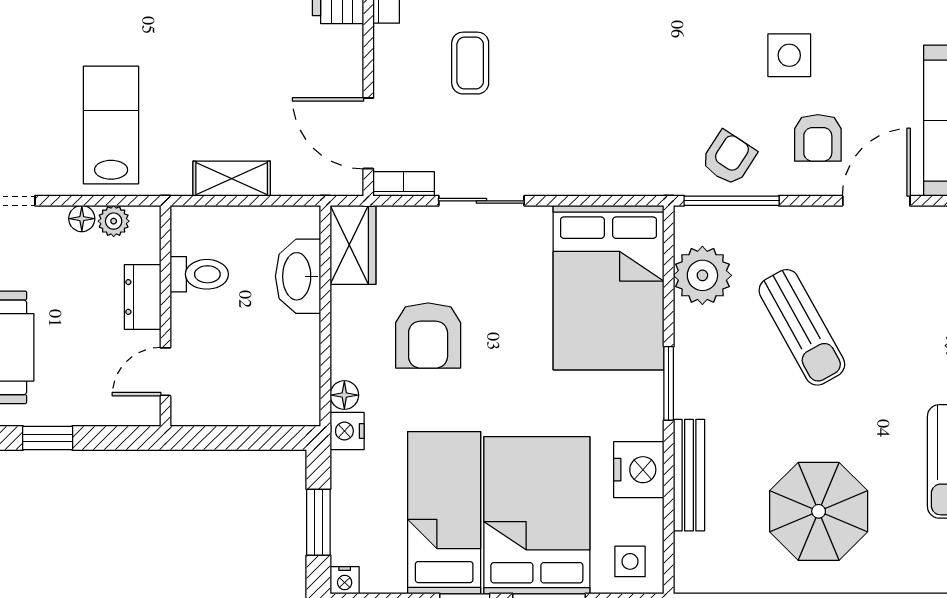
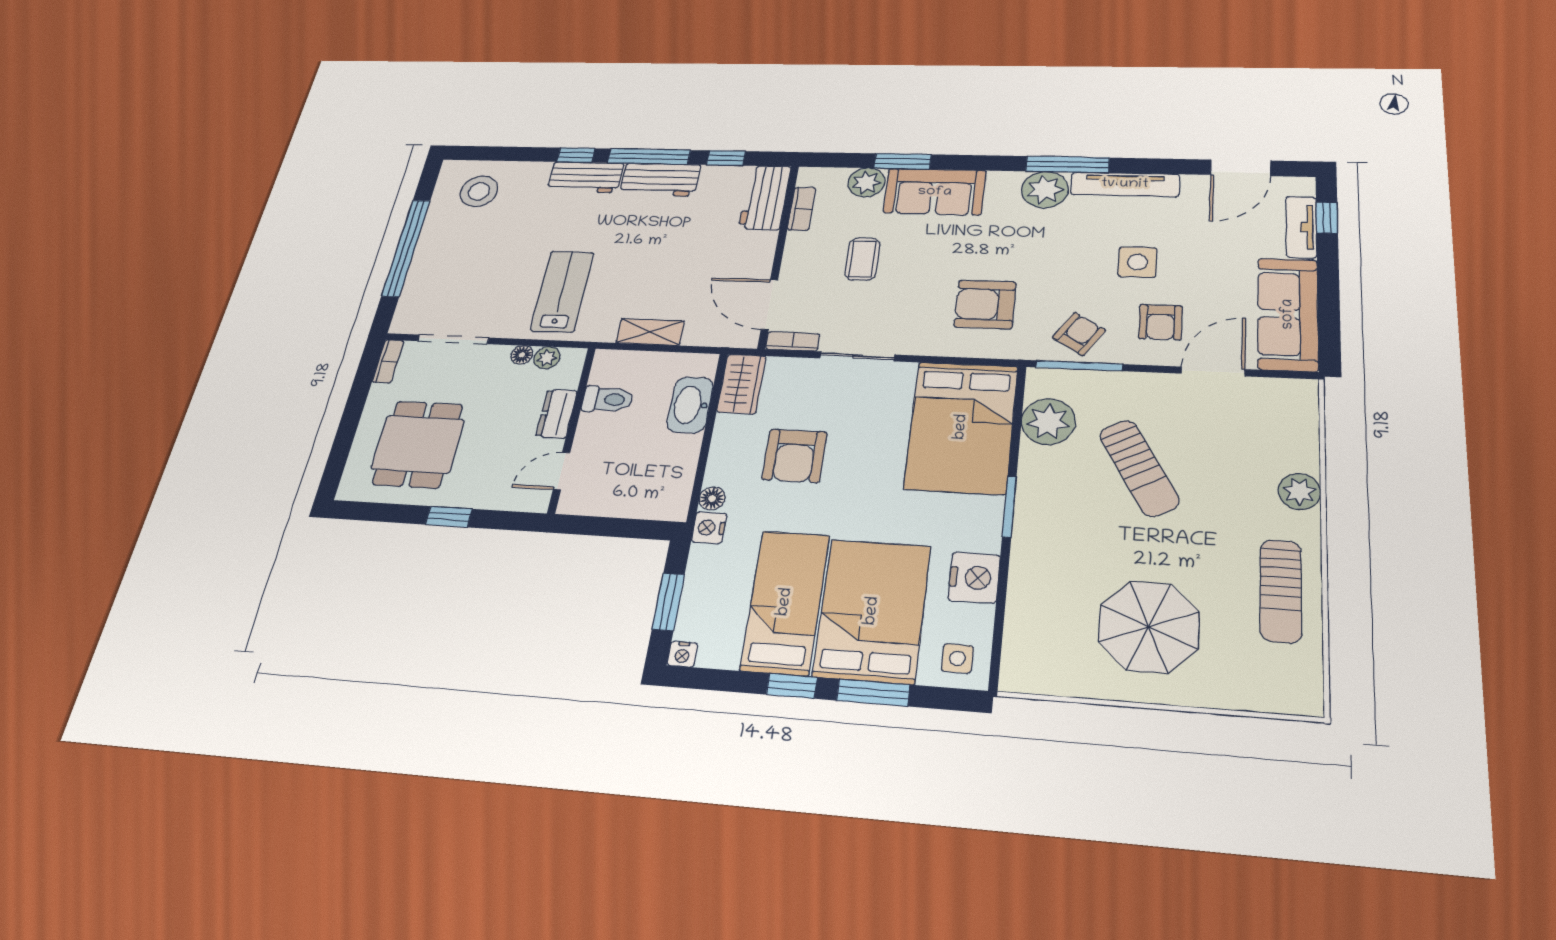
armchair: (620, 122) -> (985, 304), added
bench: (689, 475) -> (1022, 586), removed

